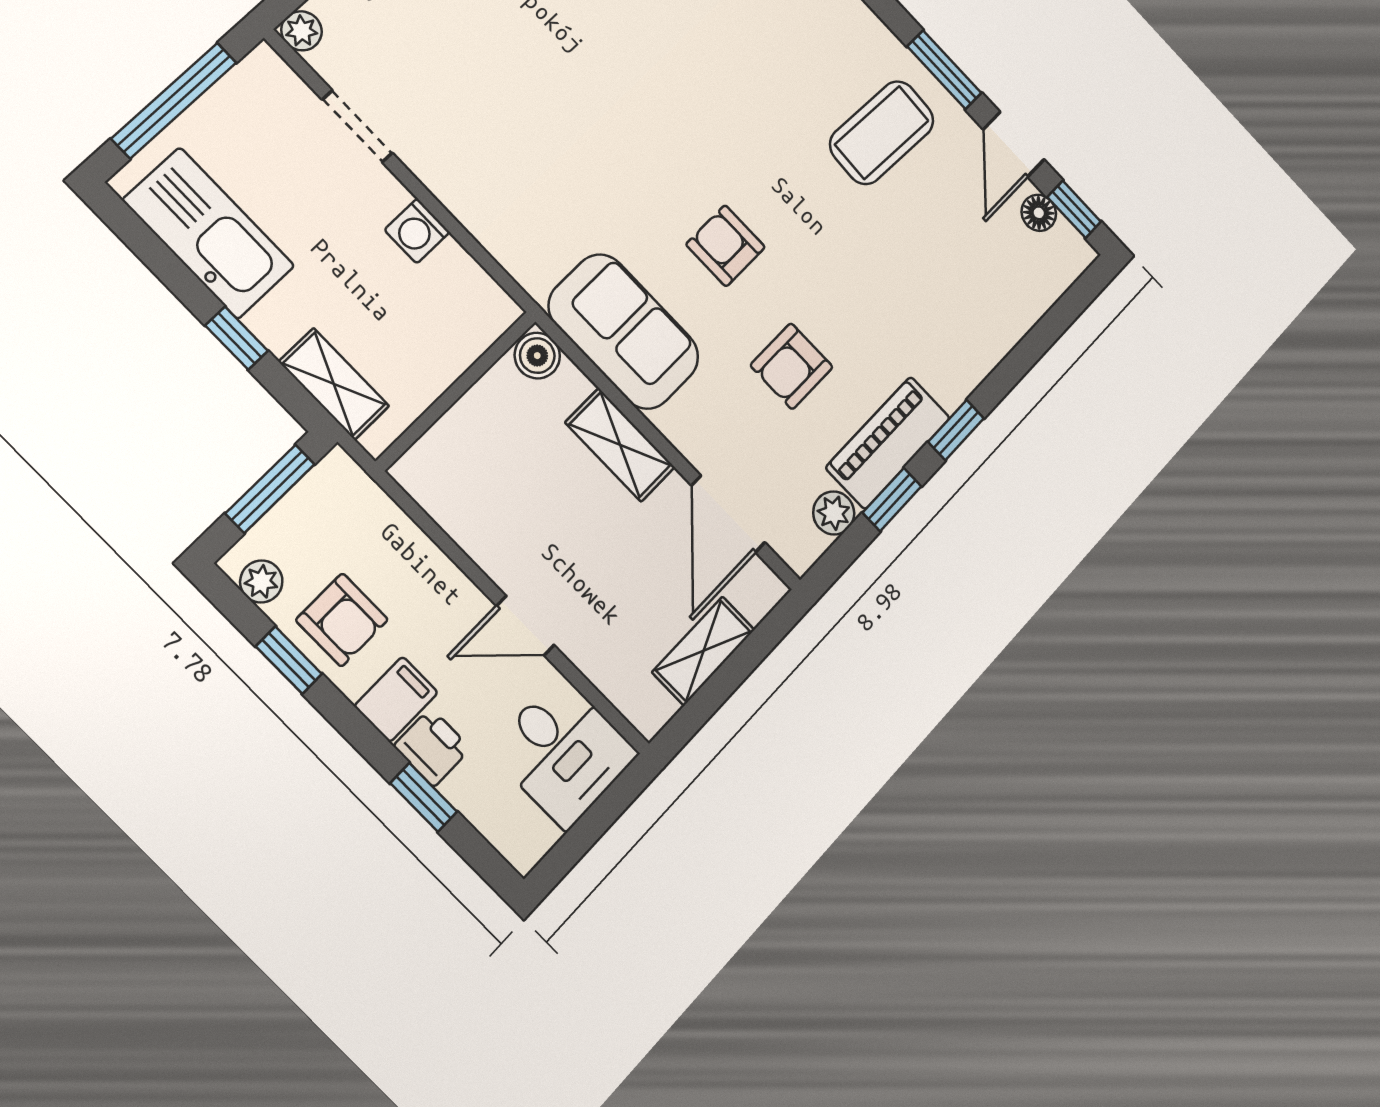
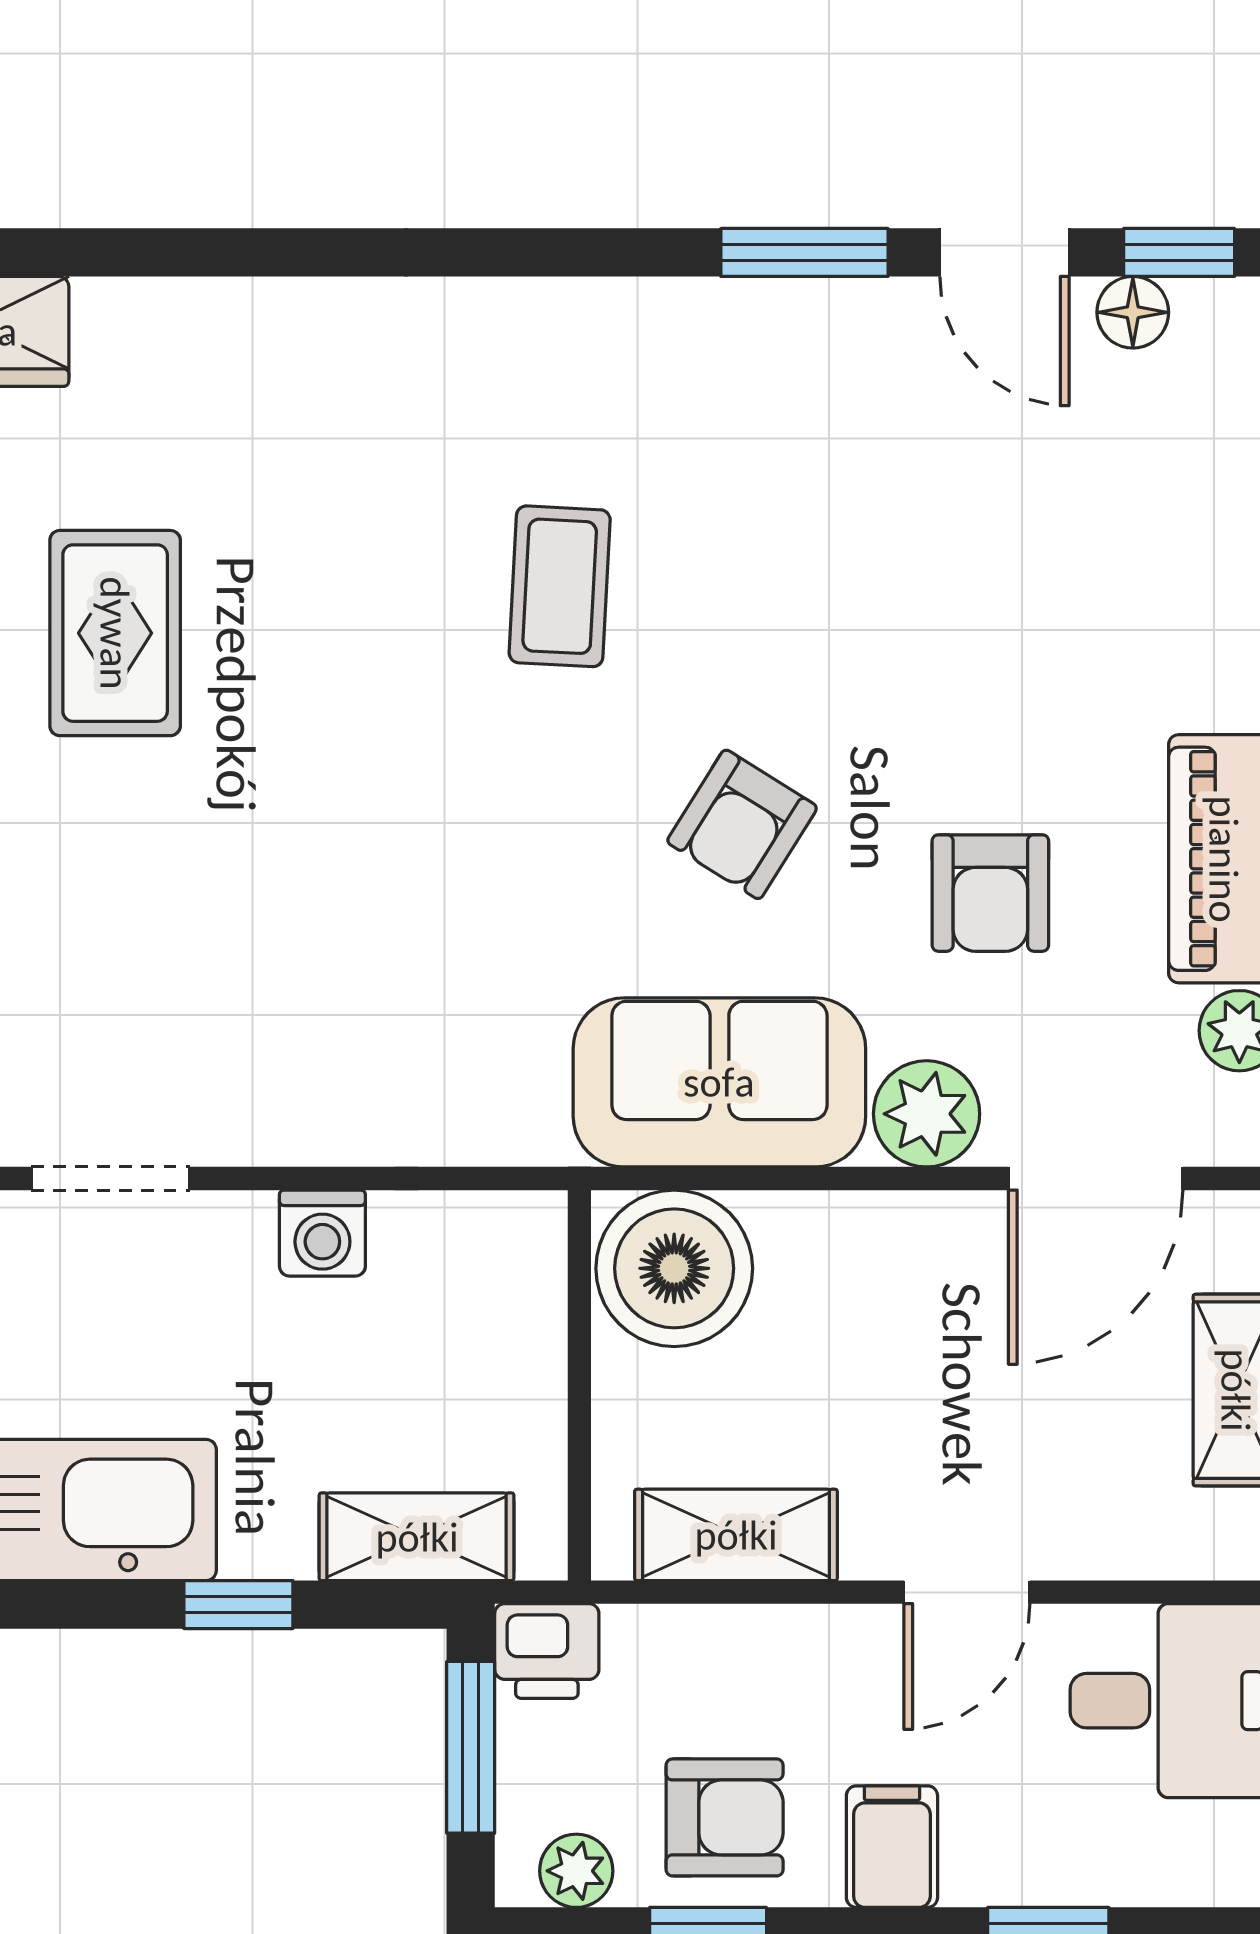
coffee table: (882, 133) -> (560, 586), moved, width x0.73, depth x0.77
armchair: (726, 246) -> (742, 824), turned -58
boiler: (537, 356) -> (674, 1268), width x1.86, depth x1.86
plant: (689, 424) -> (927, 1114), added
shelving: (620, 445) -> (736, 1535), moved
door: (728, 514) -> (1096, 1179), hinge flipped
printer: (432, 747) -> (547, 1651), moved, turned 180

